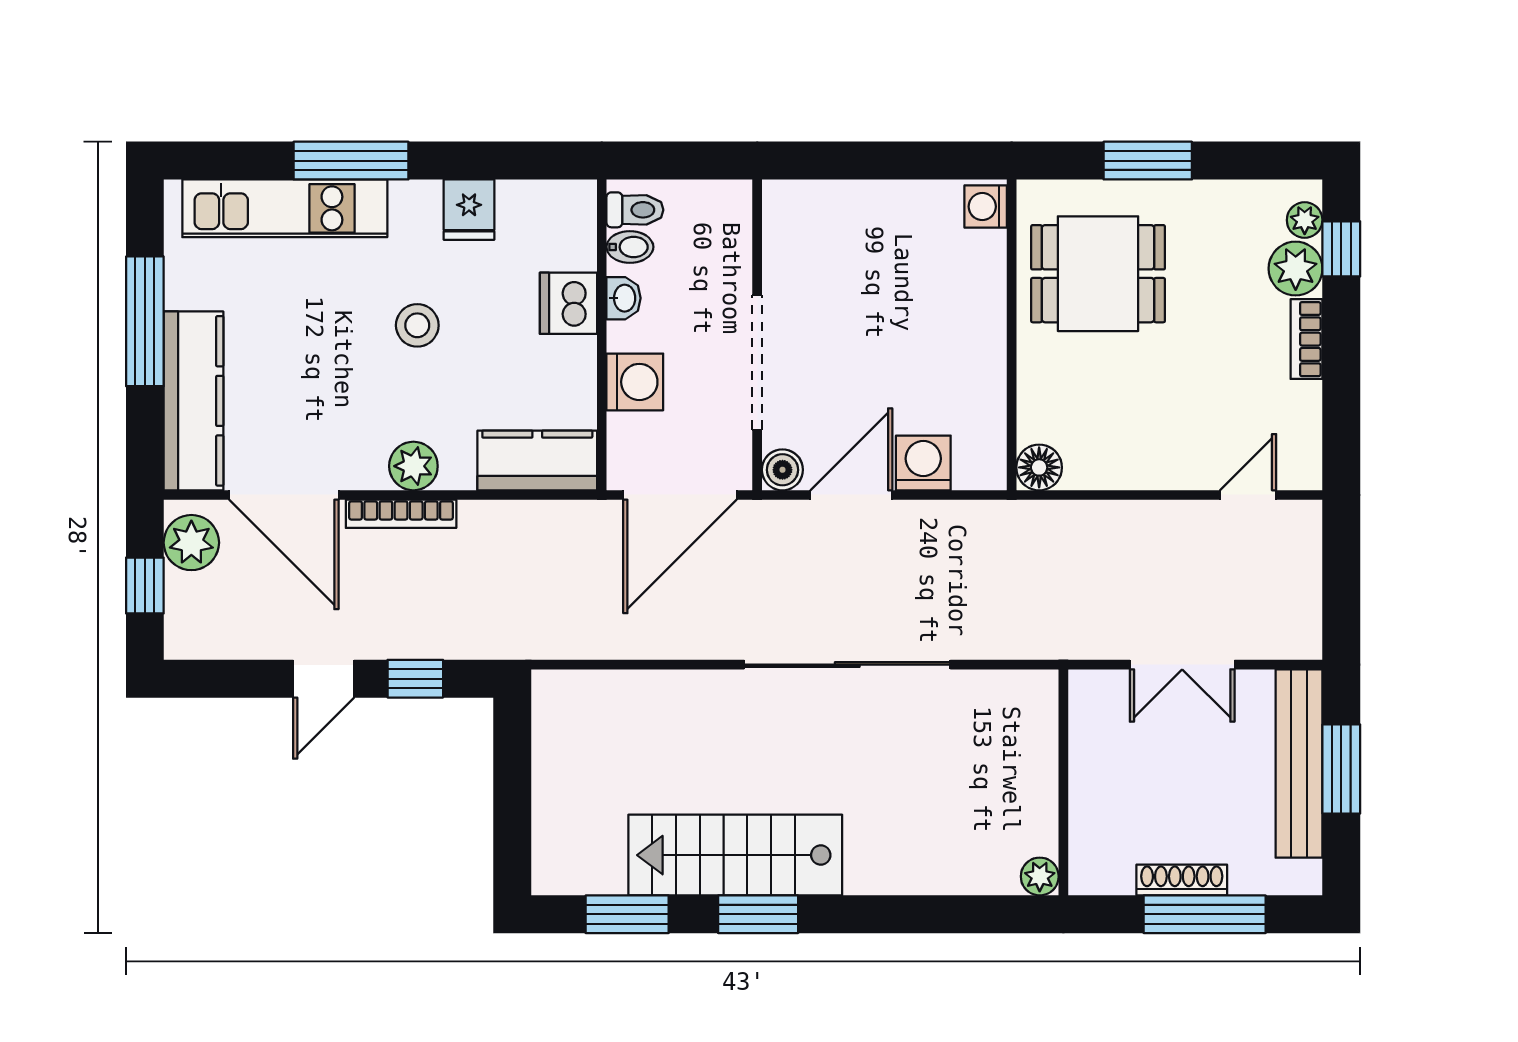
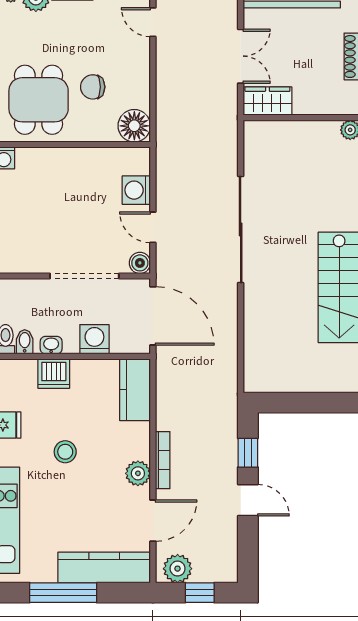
chair: (1123, 379) -> (93, 87), added
plant: (413, 466) -> (138, 473), moved
floor lamp: (1039, 467) -> (134, 126), width x1.38, depth x1.38
door: (284, 495) -> (153, 521), width x0.73
door: (851, 495) -> (153, 227), width x0.73
wardrobe: (1095, 716) -> (267, 101), added

